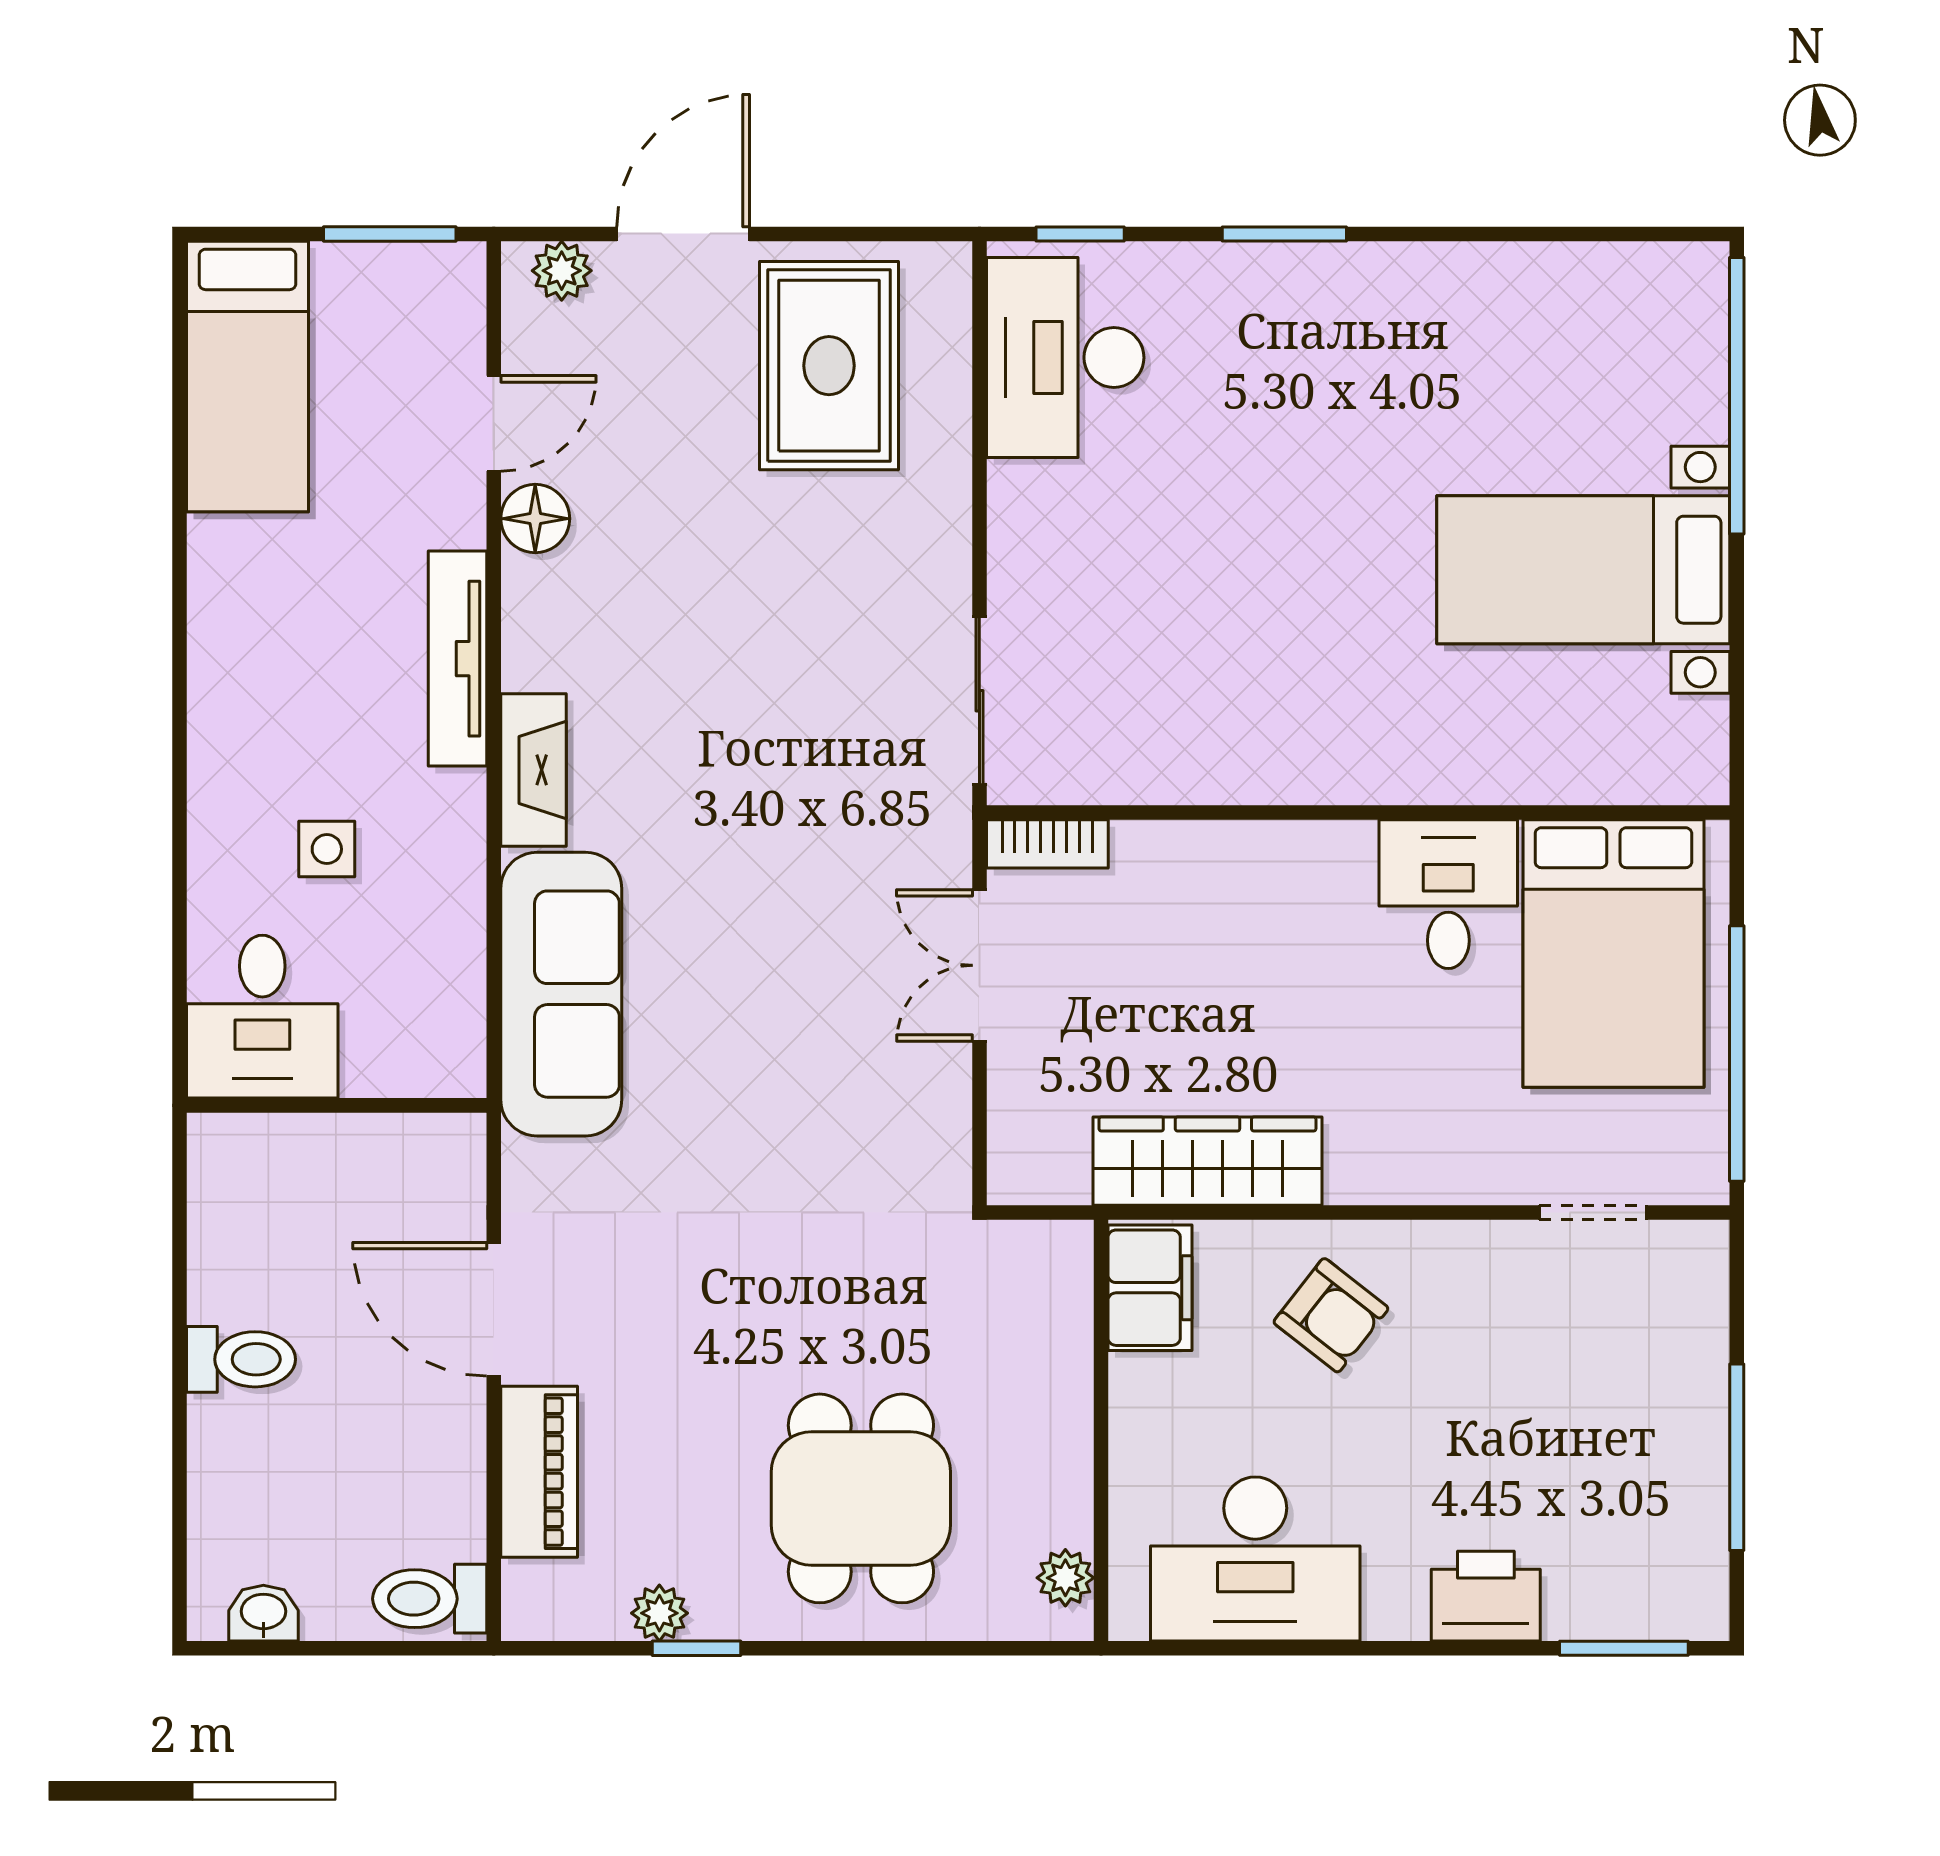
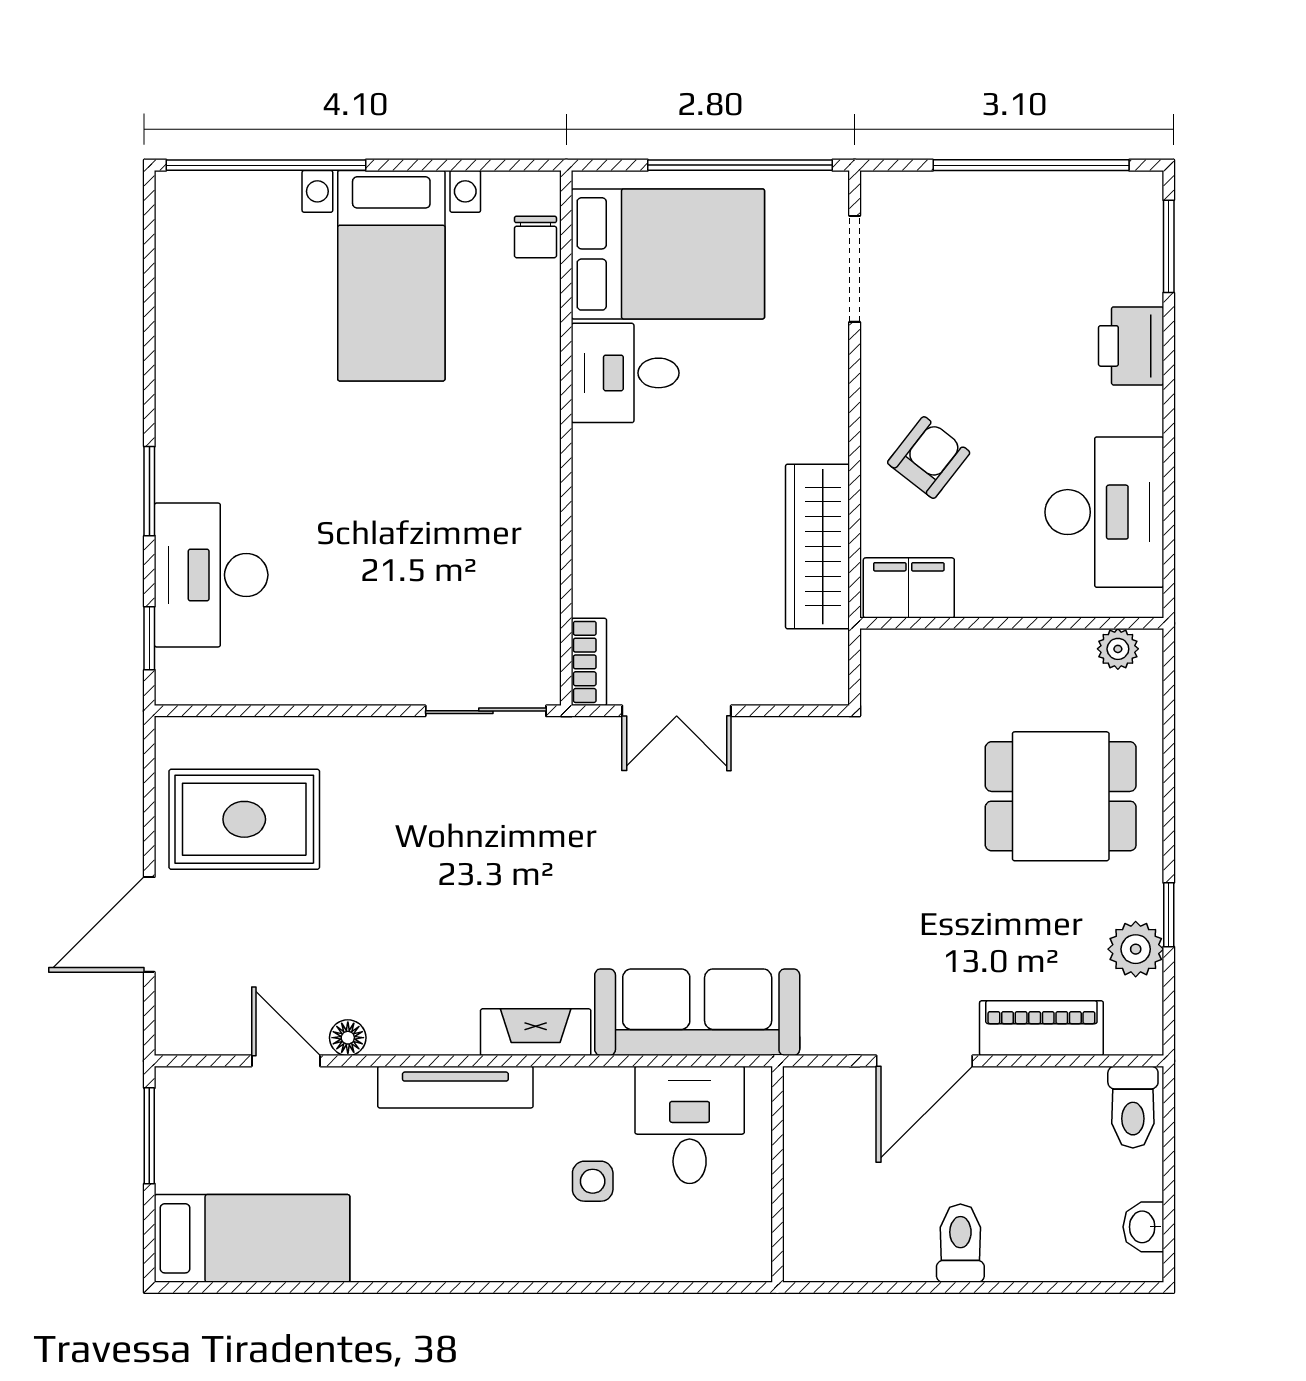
door: (683, 234) -> (149, 924), hinge flipped
plant: (562, 271) -> (176, 1012), removed
desk: (1065, 358) -> (211, 575), moved, turned 90
floor lamp: (535, 519) -> (348, 1038), width x0.73, depth x0.73
chair: (1637, 770) -> (535, 237), added
desk: (262, 1017) -> (690, 1125), moved, turned -90
doorway: (1593, 1213) -> (855, 269), width x1.38
window: (1737, 1457) -> (1031, 165), width x1.46
plant: (659, 1613) -> (1136, 949), width x1.38, depth x1.38

